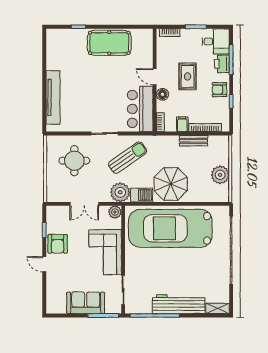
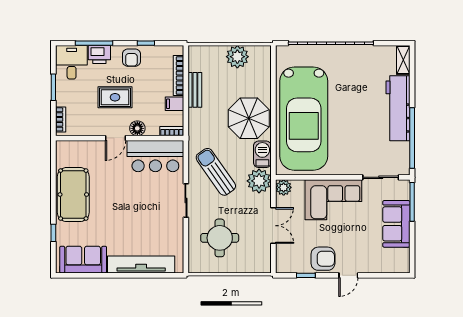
sofa: (57, 51) -> (83, 260), added

